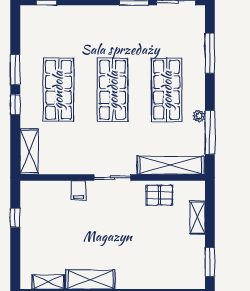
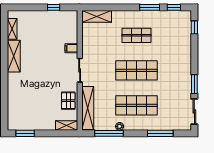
shop shelf: (58, 90) -> (137, 35), width x0.70, depth x0.74
window: (15, 105) -> (174, 7), moved
shelving: (198, 218) -> (67, 125), moved

